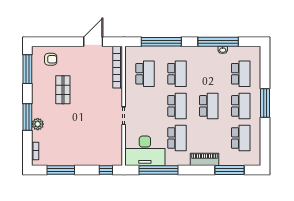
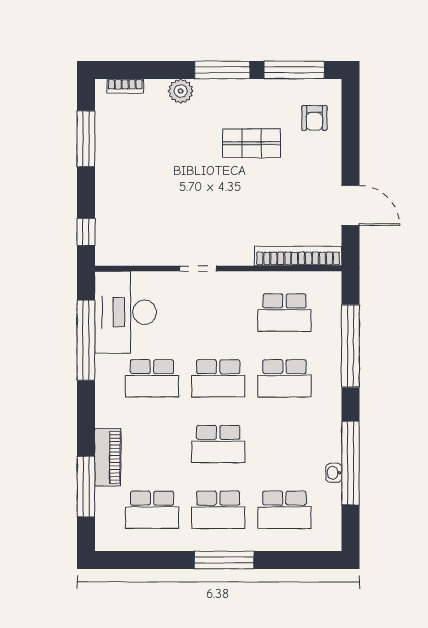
window: (27, 117) -> (222, 70), moved
piano: (205, 159) -> (108, 457), moved

